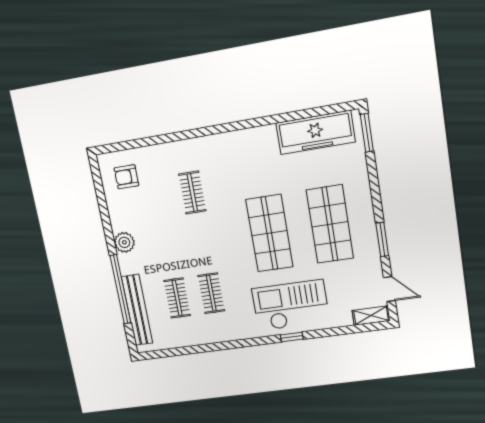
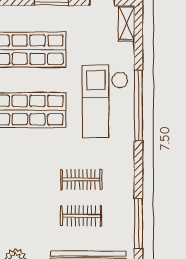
window: (292, 337) -> (138, 105), width x3.17
window: (180, 351) -> (138, 224), added

